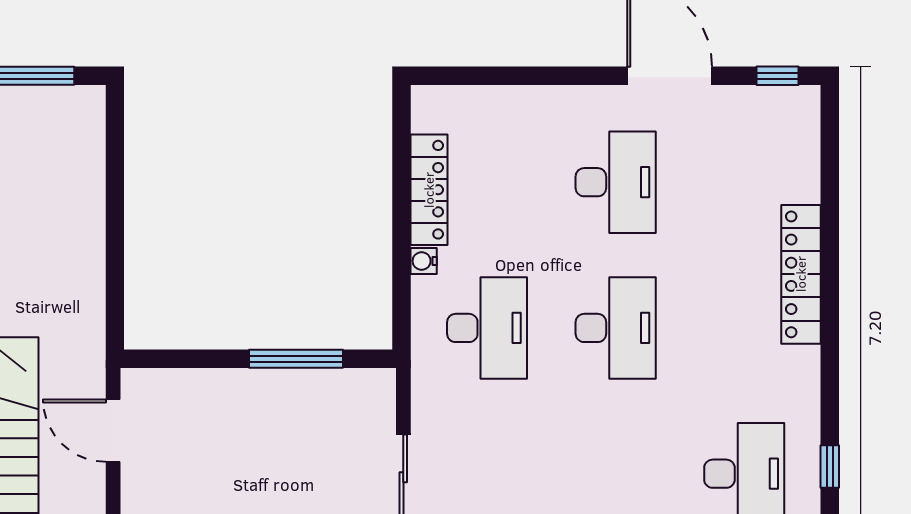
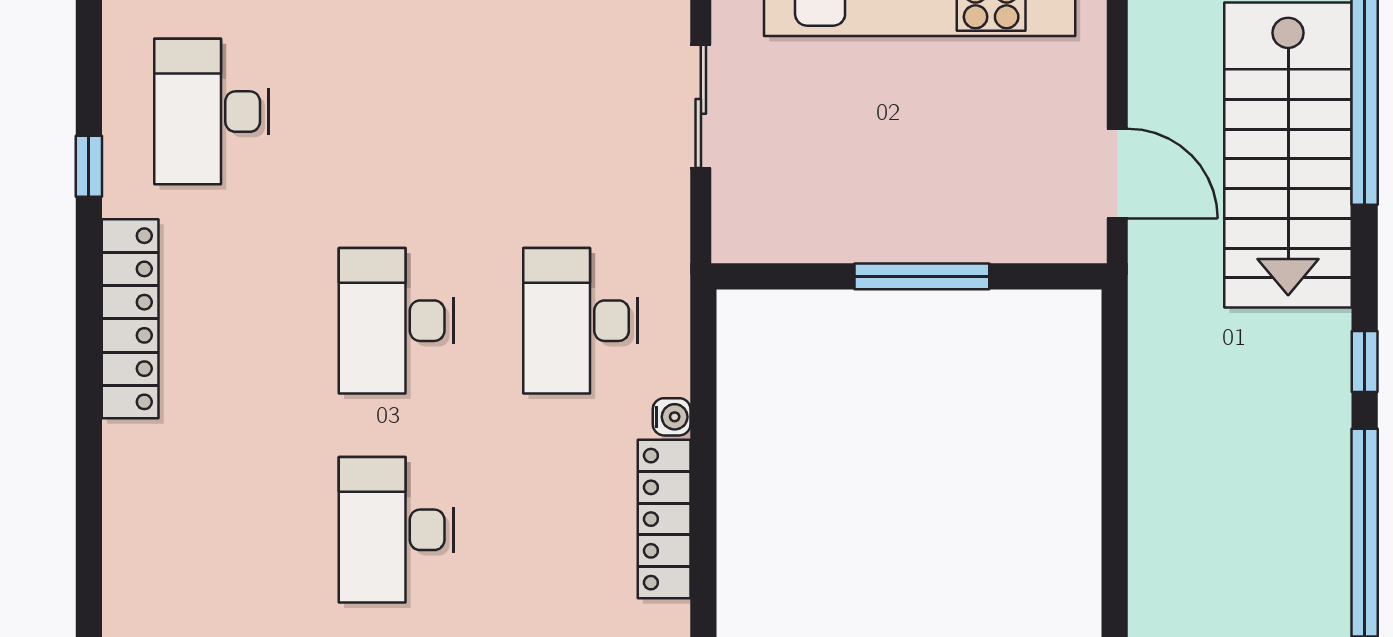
locker: (801, 274) -> (130, 319), moved
window: (296, 359) -> (922, 276), moved
window: (830, 467) -> (89, 166), moved

